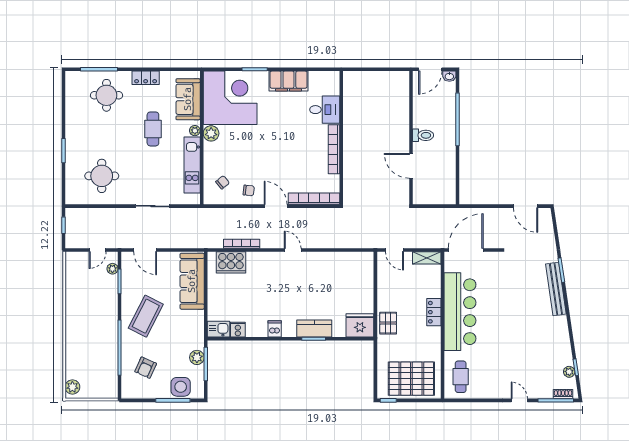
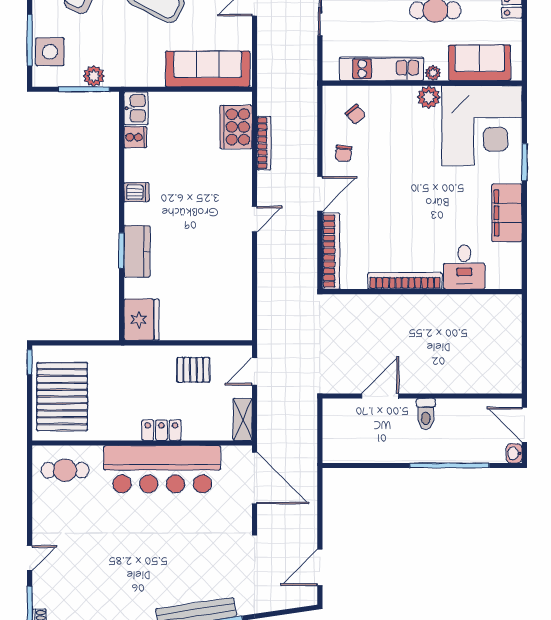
pallet: (388, 323) -> (193, 370), moved

